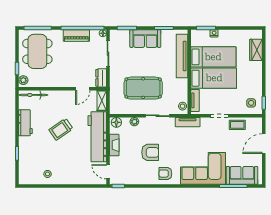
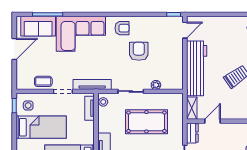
bed: (214, 78) -> (41, 127), moved, turned 180
floor lamp: (116, 122) -> (176, 84), removed
tv unit: (188, 122) -> (92, 84), width x1.41
door: (264, 144) -> (14, 49), moved
fireplace: (114, 145) -> (178, 59), removed
armchair: (150, 152) -> (139, 51), turned 90
door: (108, 172) -> (185, 30), hinge flipped

